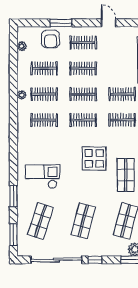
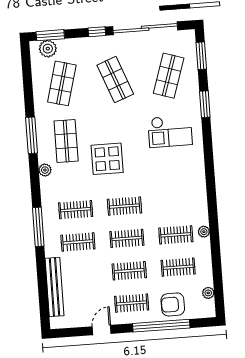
window: (61, 23) -> (161, 326), width x2.11
door: (109, 23) -> (102, 330), swing flipped
armchair: (51, 39) -> (173, 304), turned -91
clothes rail: (44, 120) -> (173, 202), removed
shop shelf: (83, 221) -> (115, 80), turned -36

